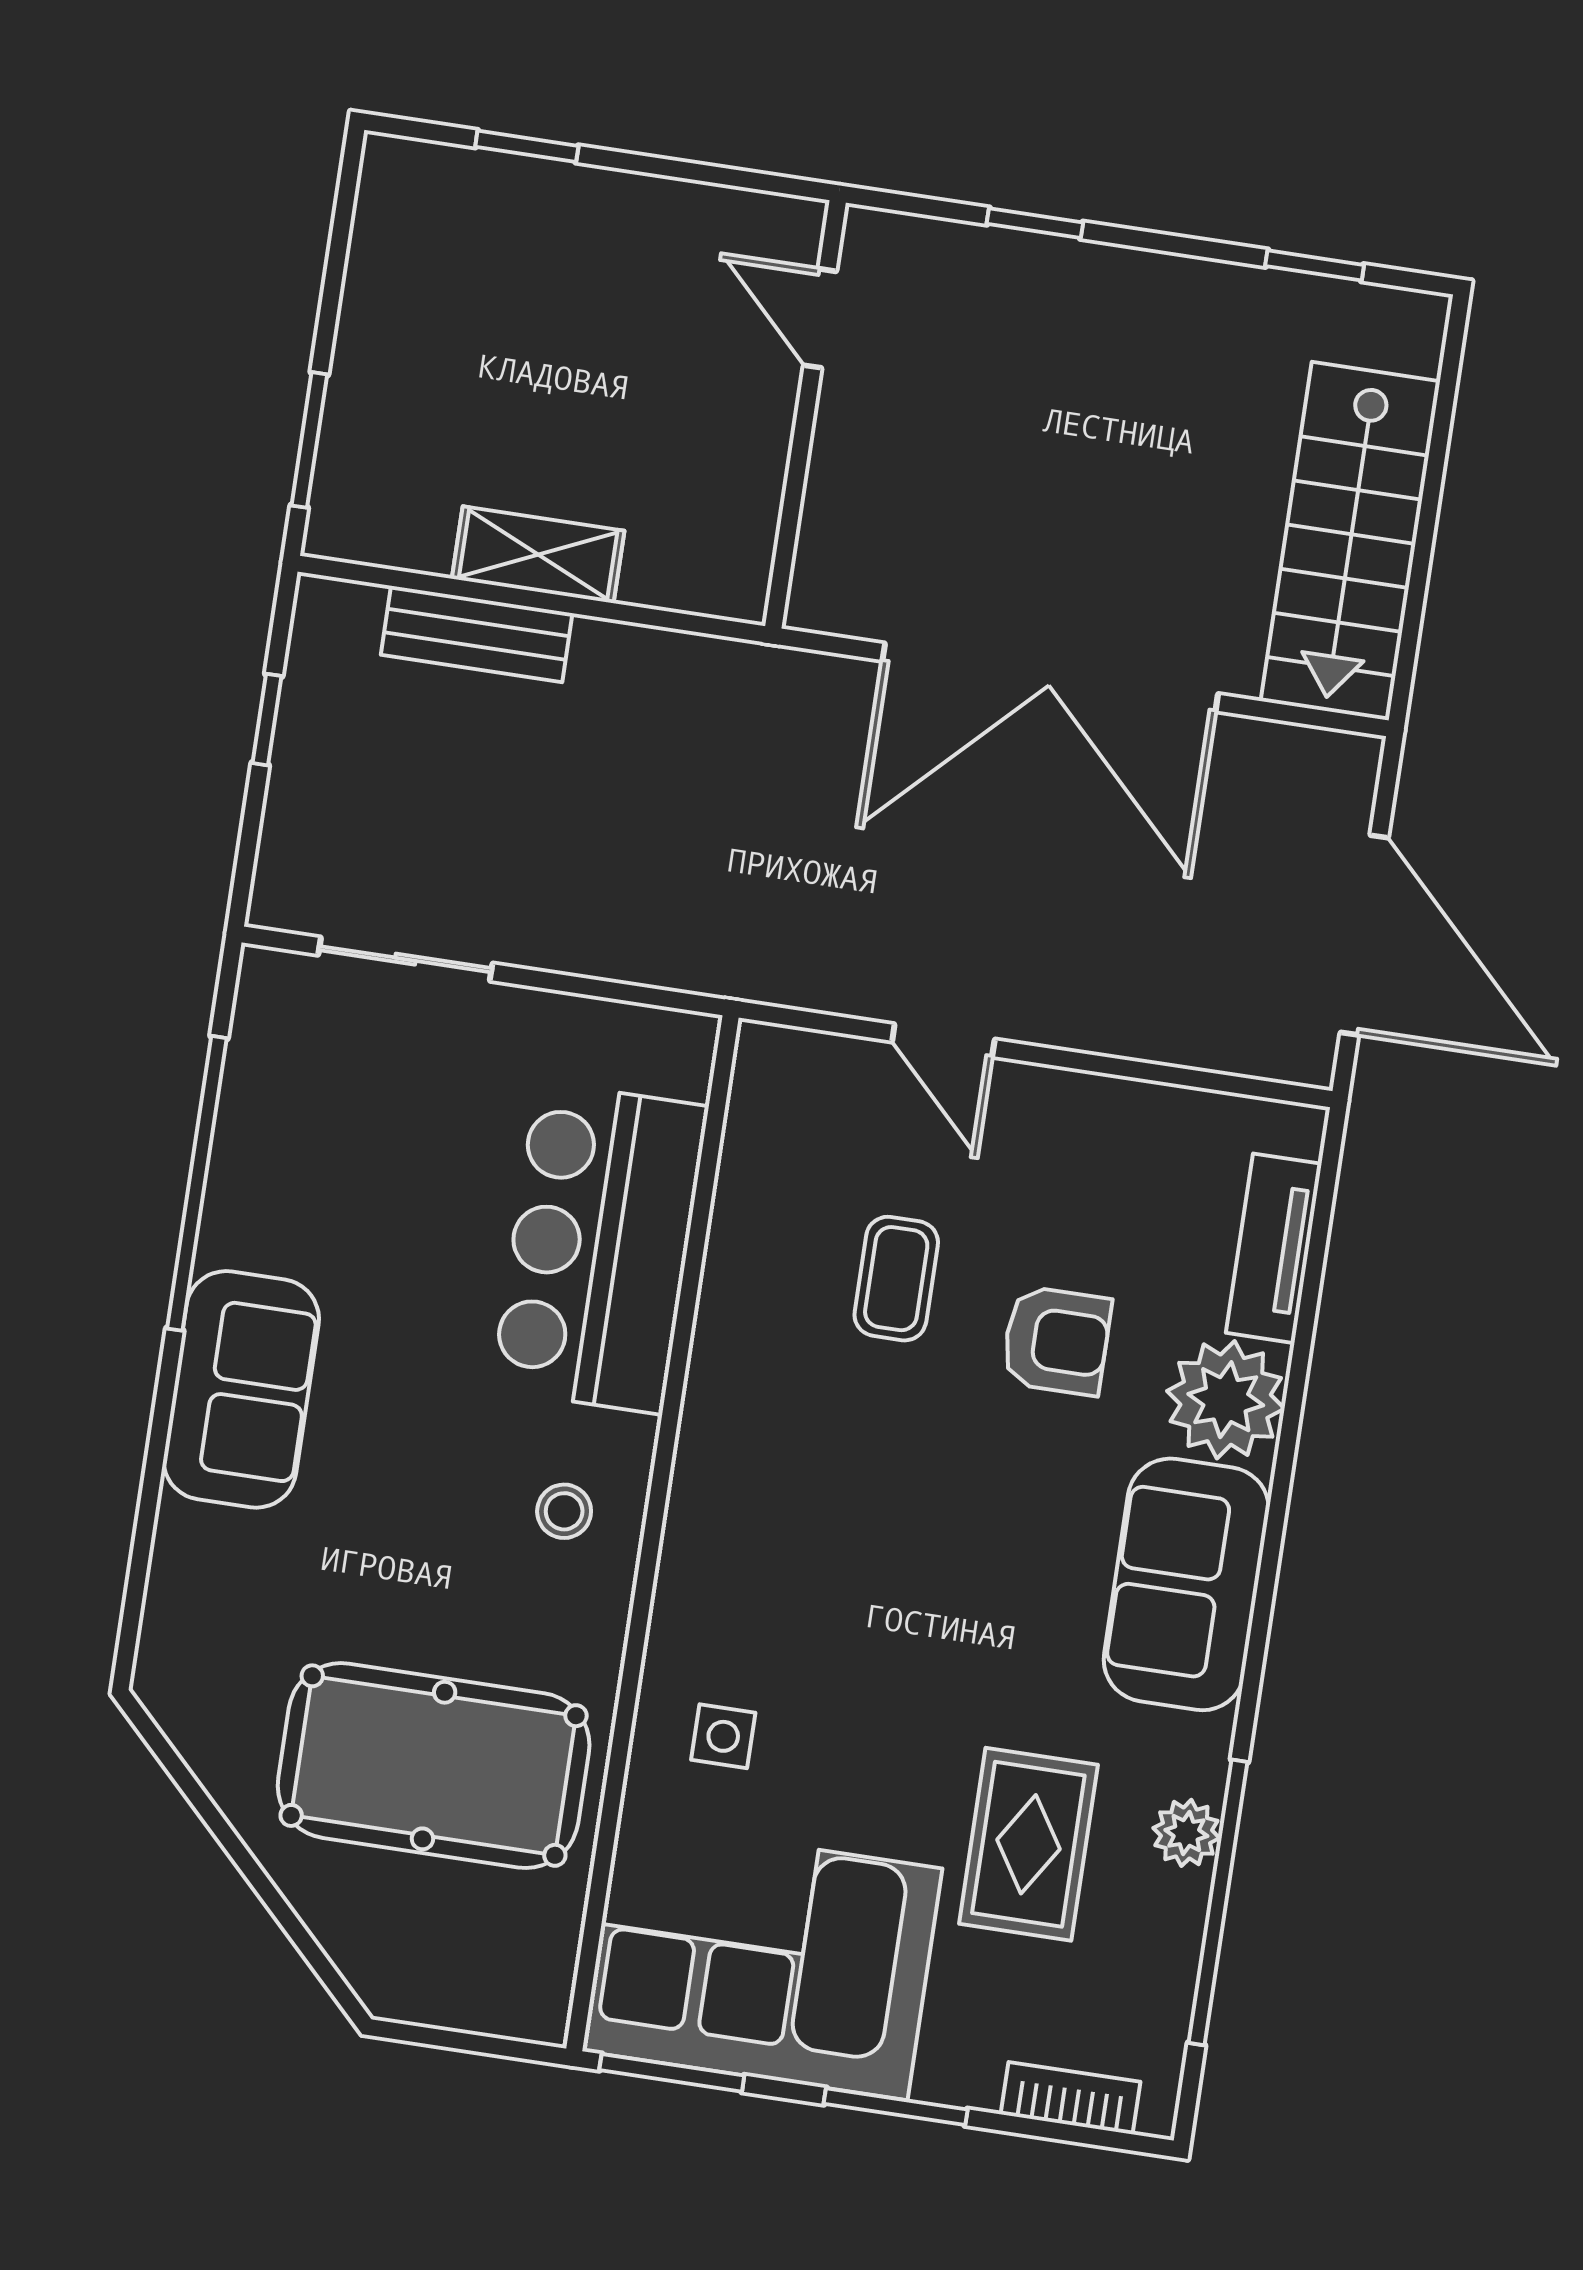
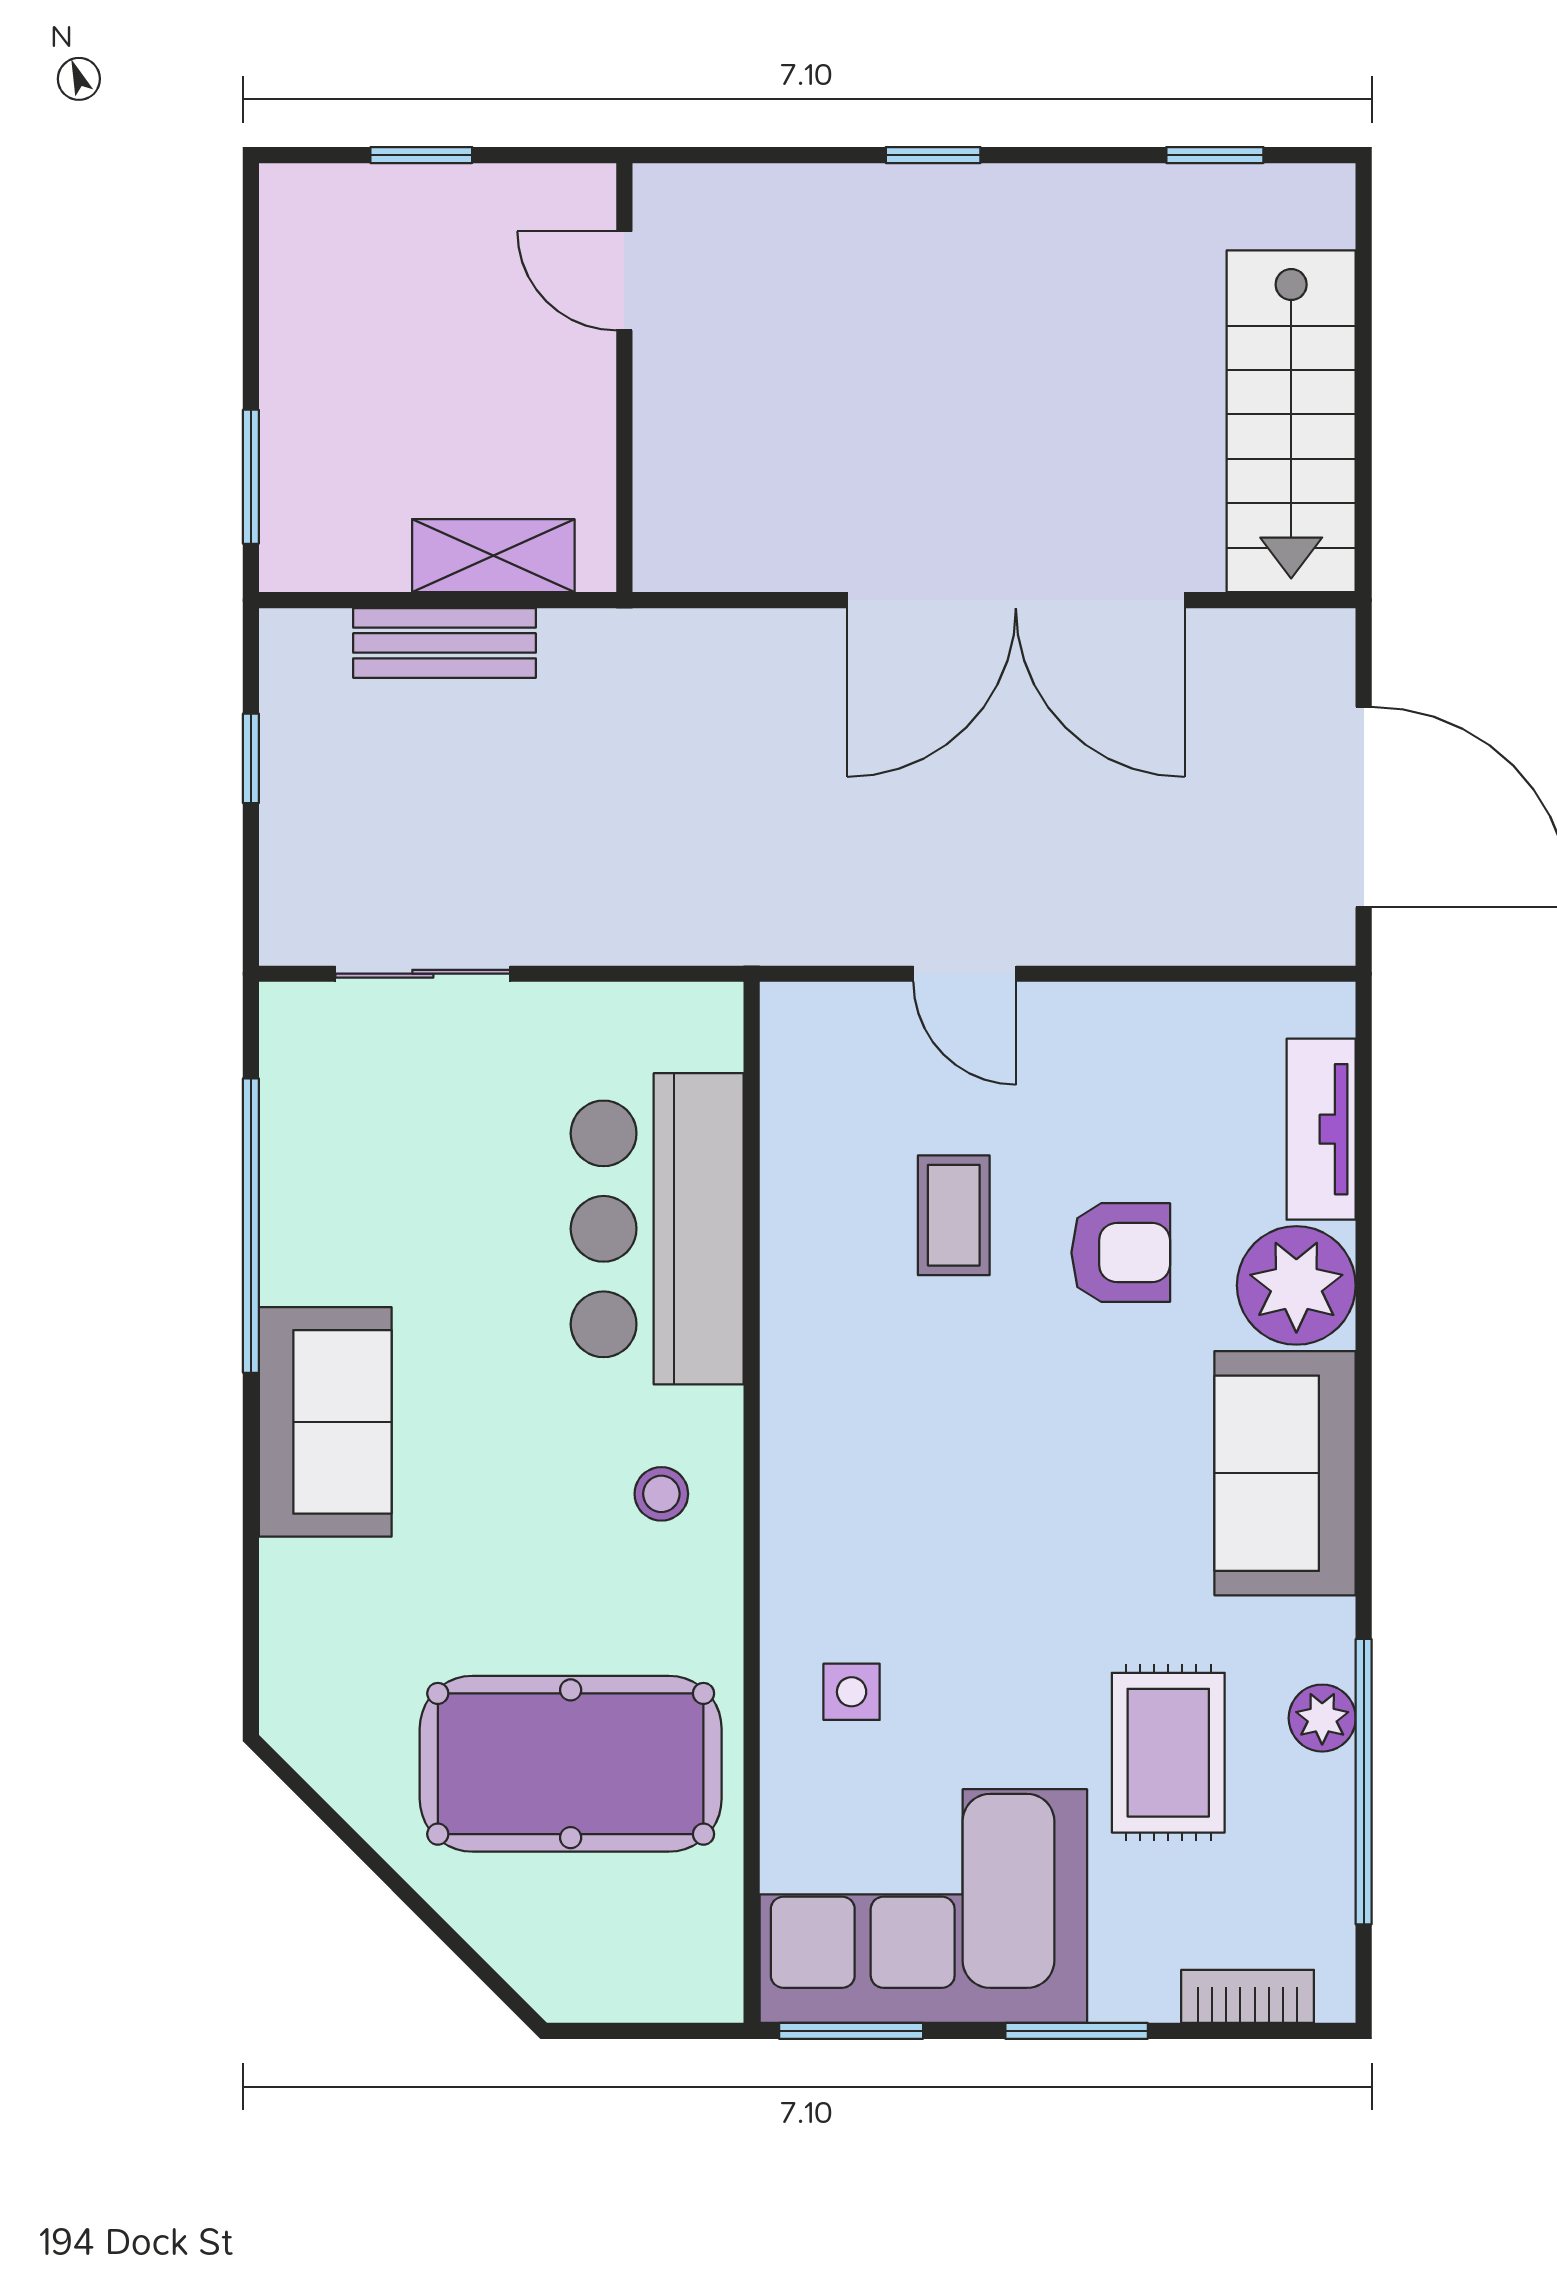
door: (820, 318) -> (624, 281), moved
wall: (805, 414) -> (624, 378), moved

